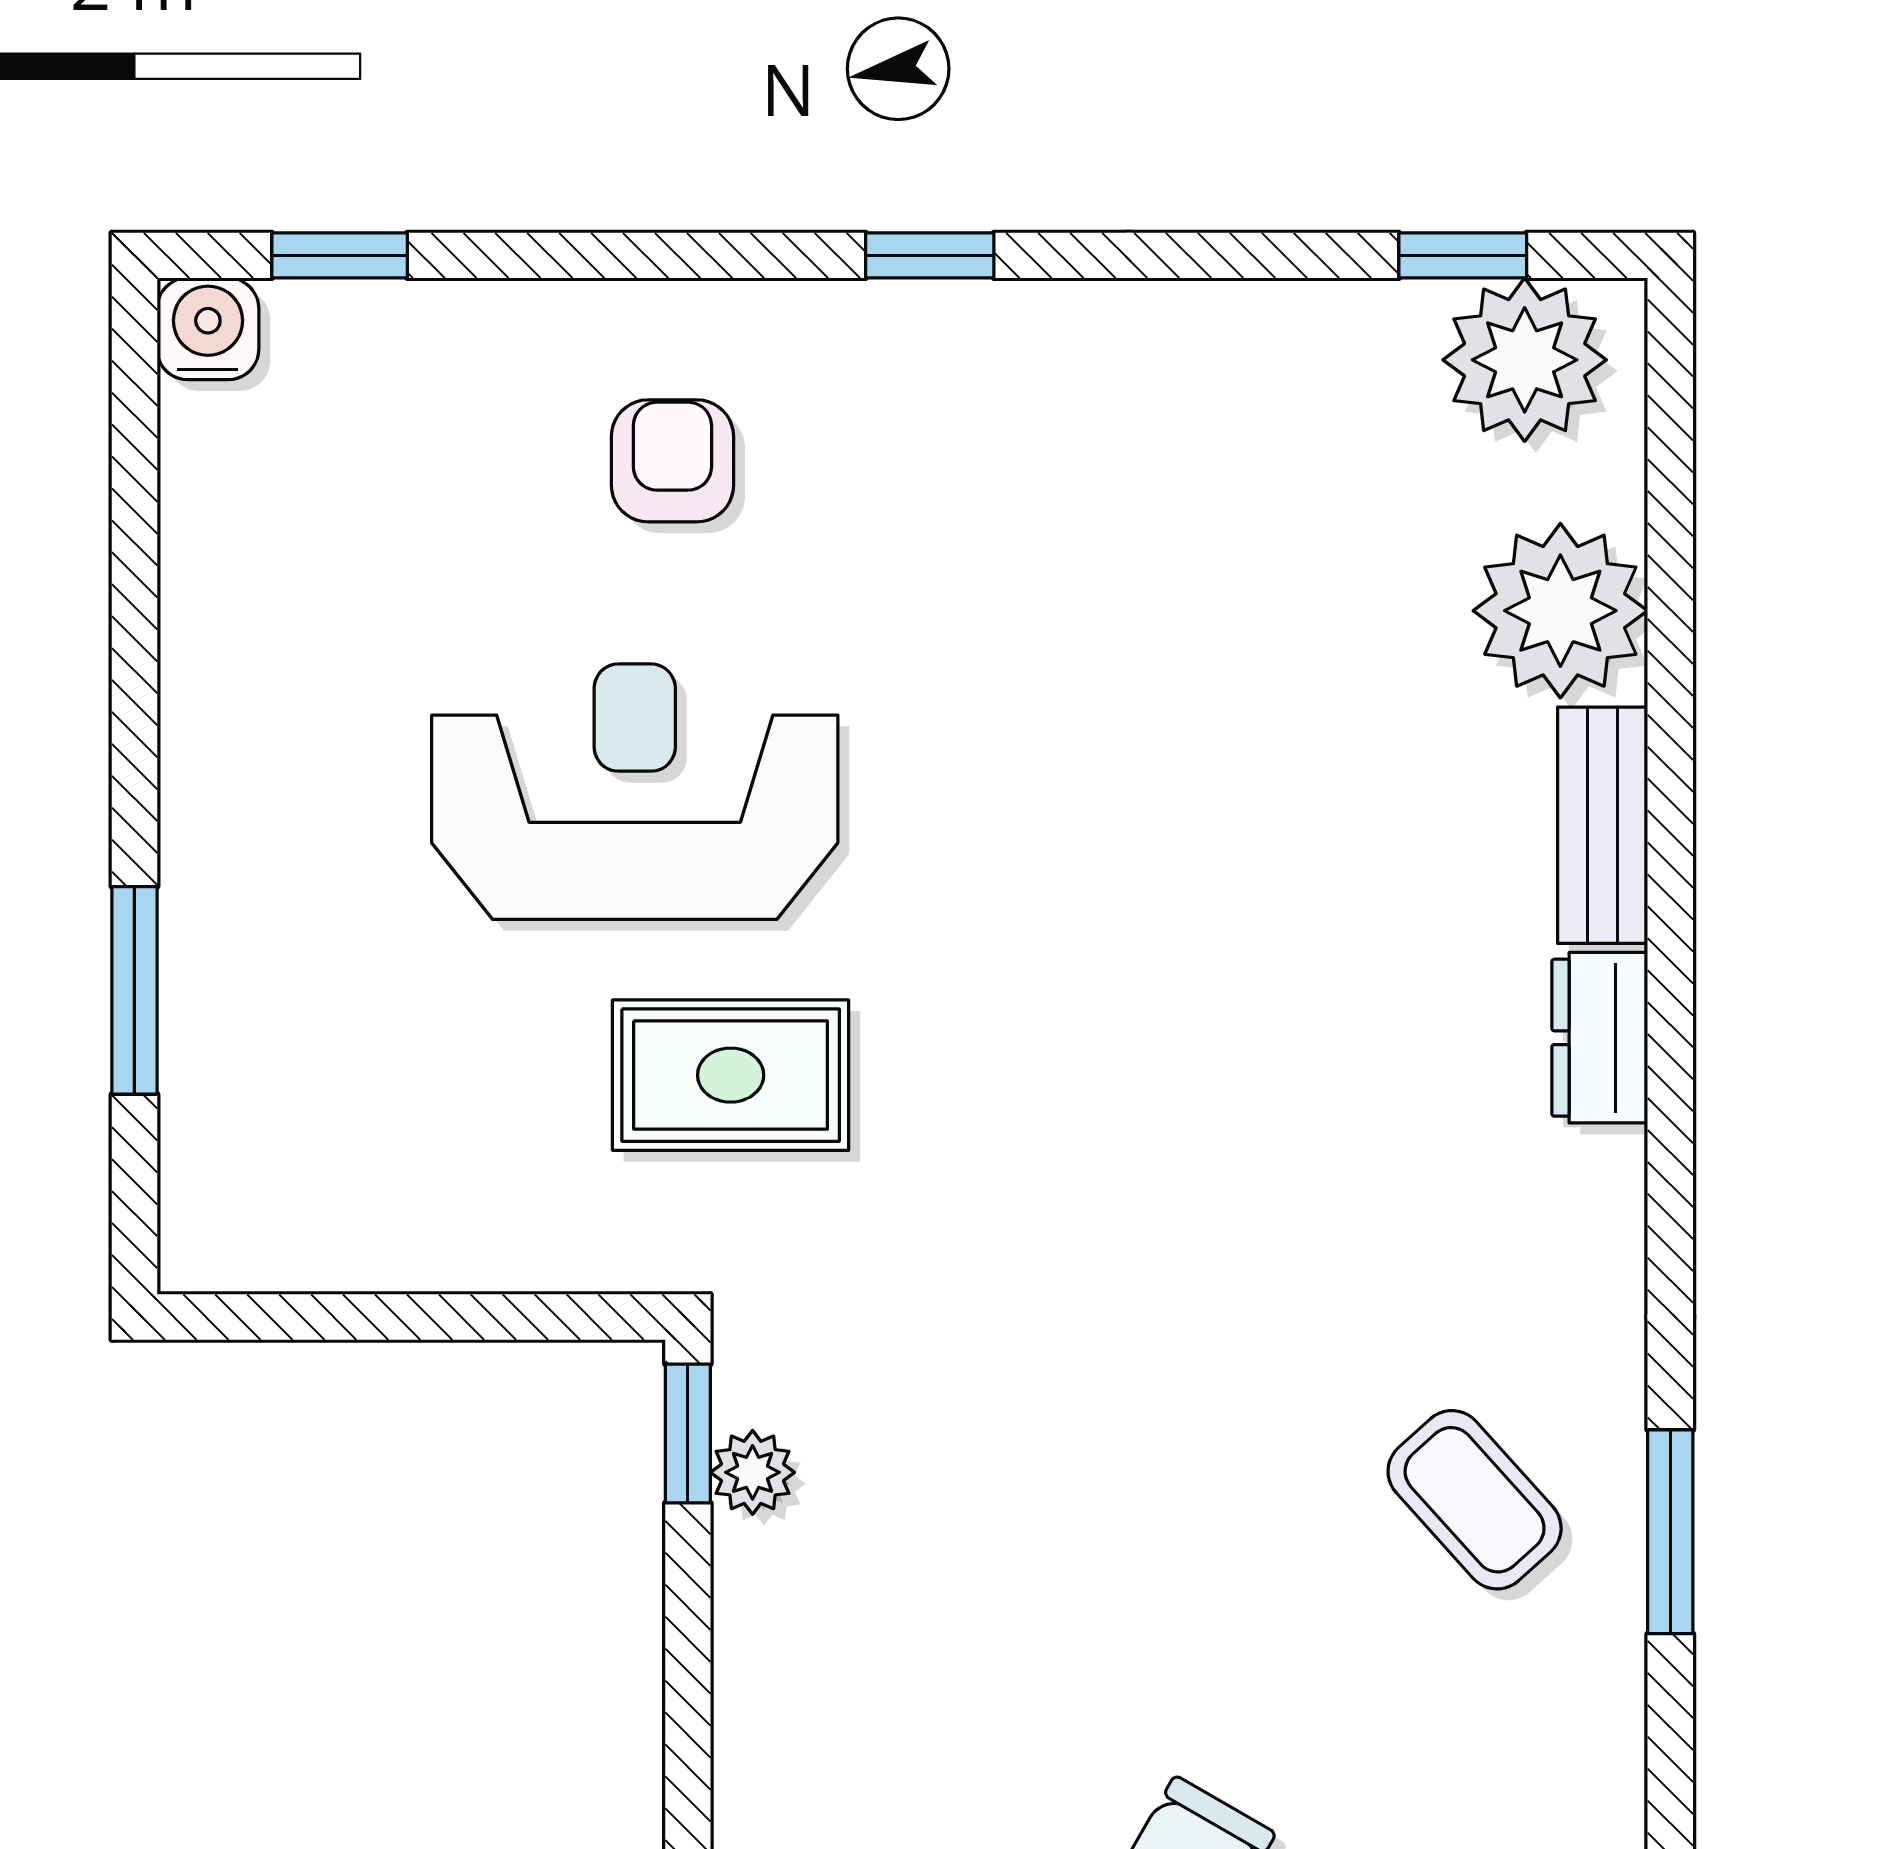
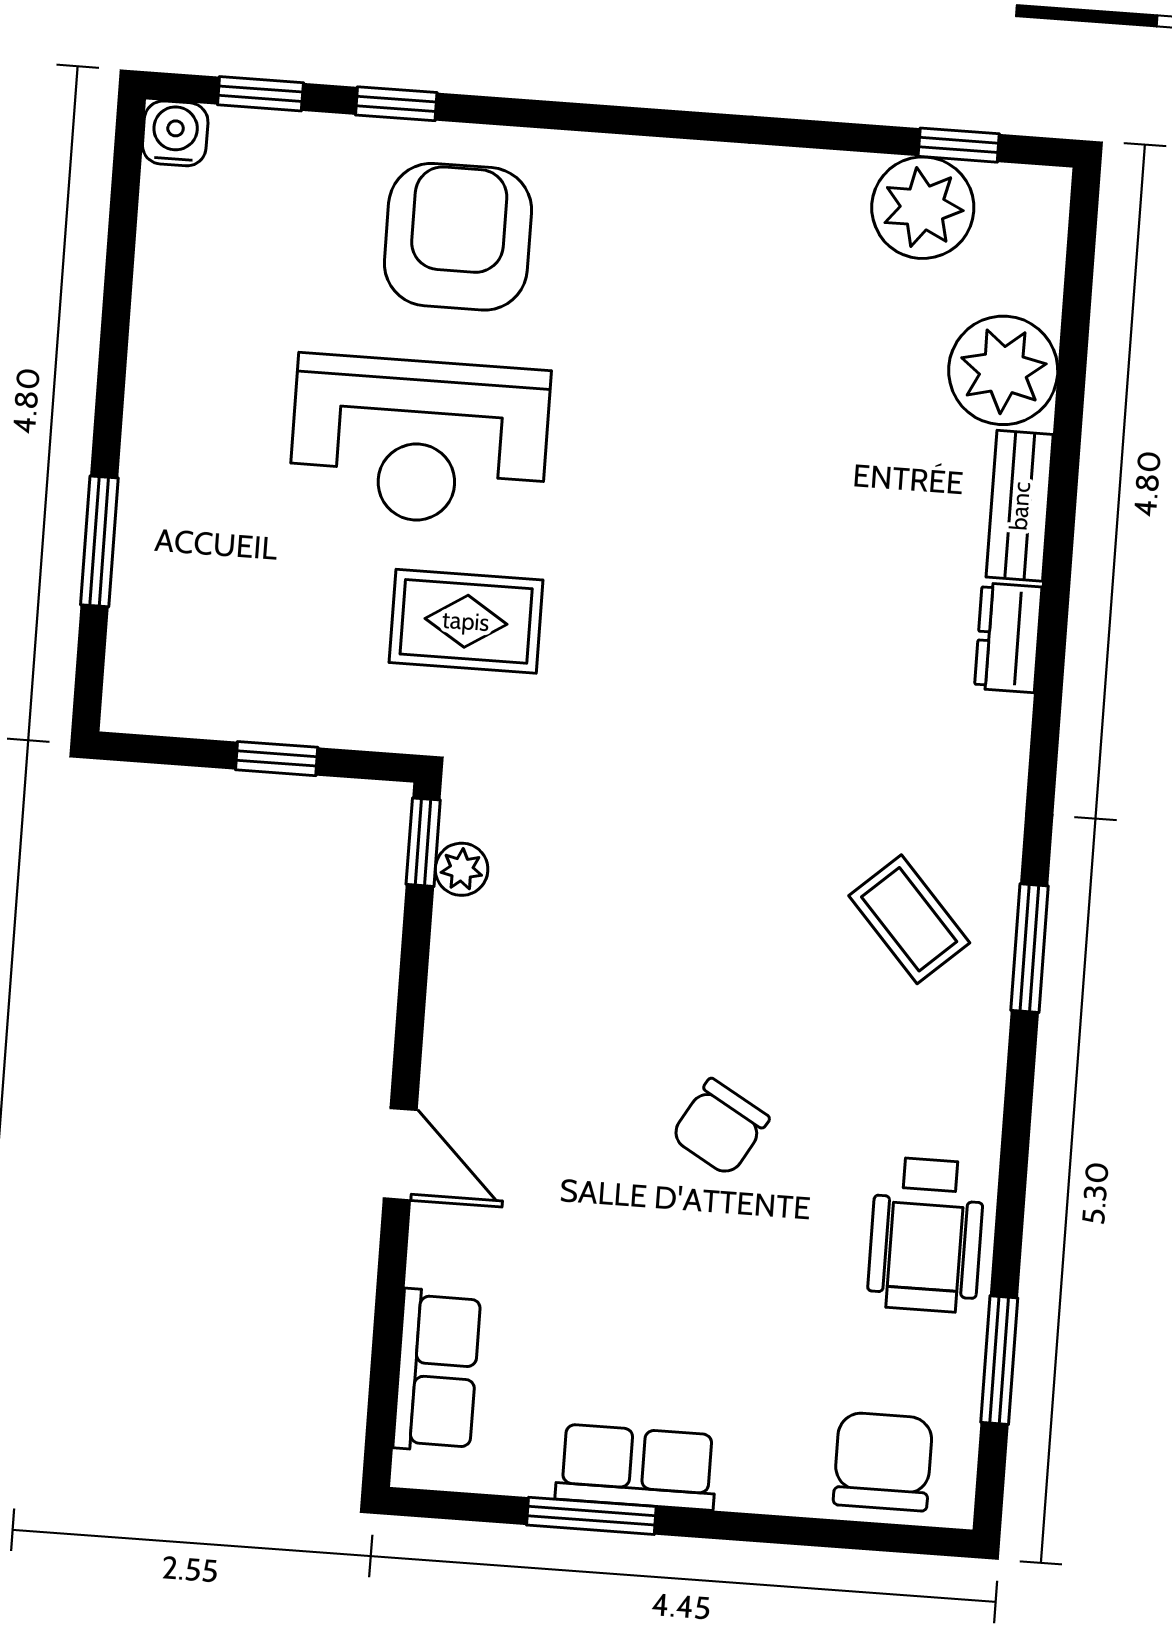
window: (930, 255) -> (396, 104), moved
plant: (1525, 360) -> (923, 208), moved
armchair: (672, 461) -> (458, 237), width x1.88, depth x1.88
reception desk: (635, 792) -> (419, 441), turned 180
window: (444, 1317) -> (277, 759), added

